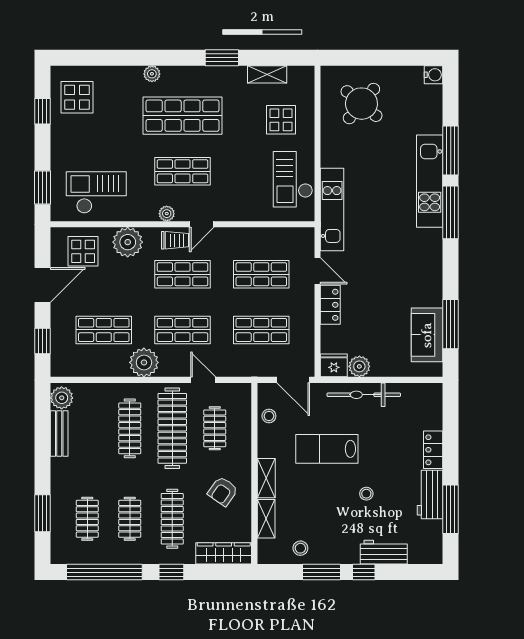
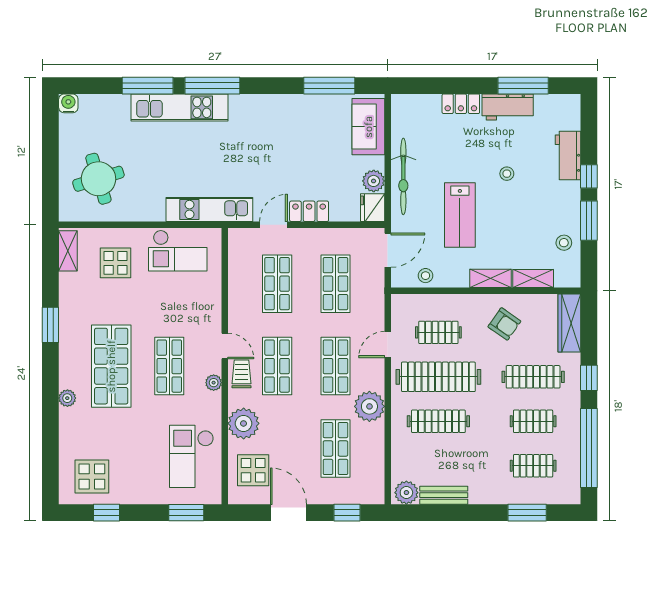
shelving: (267, 74) -> (68, 251), moved
round table: (361, 104) -> (98, 179), turned 33
sofa: (427, 335) -> (368, 127), moved, turned 90

